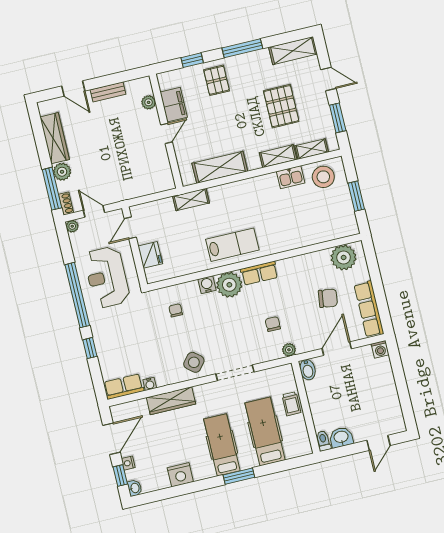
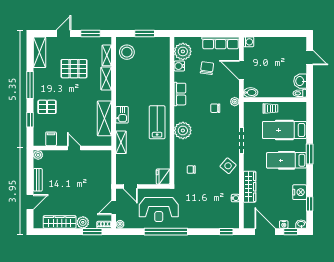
plant: (149, 102) -> (38, 155), moved
filing cabinet: (174, 105) -> (51, 139), width x0.50
kitchen sink: (291, 177) -> (122, 115), moved
window: (52, 189) -> (92, 232), width x0.69
fridge: (150, 255) -> (163, 177), moved, turned -90
row of seats: (259, 273) -> (180, 94), moved
water cooler: (207, 285) -> (179, 66), moved
window: (90, 348) -> (226, 232), moved
row of seats: (124, 387) -> (233, 216), removed
window: (167, 493) -> (310, 204), added

